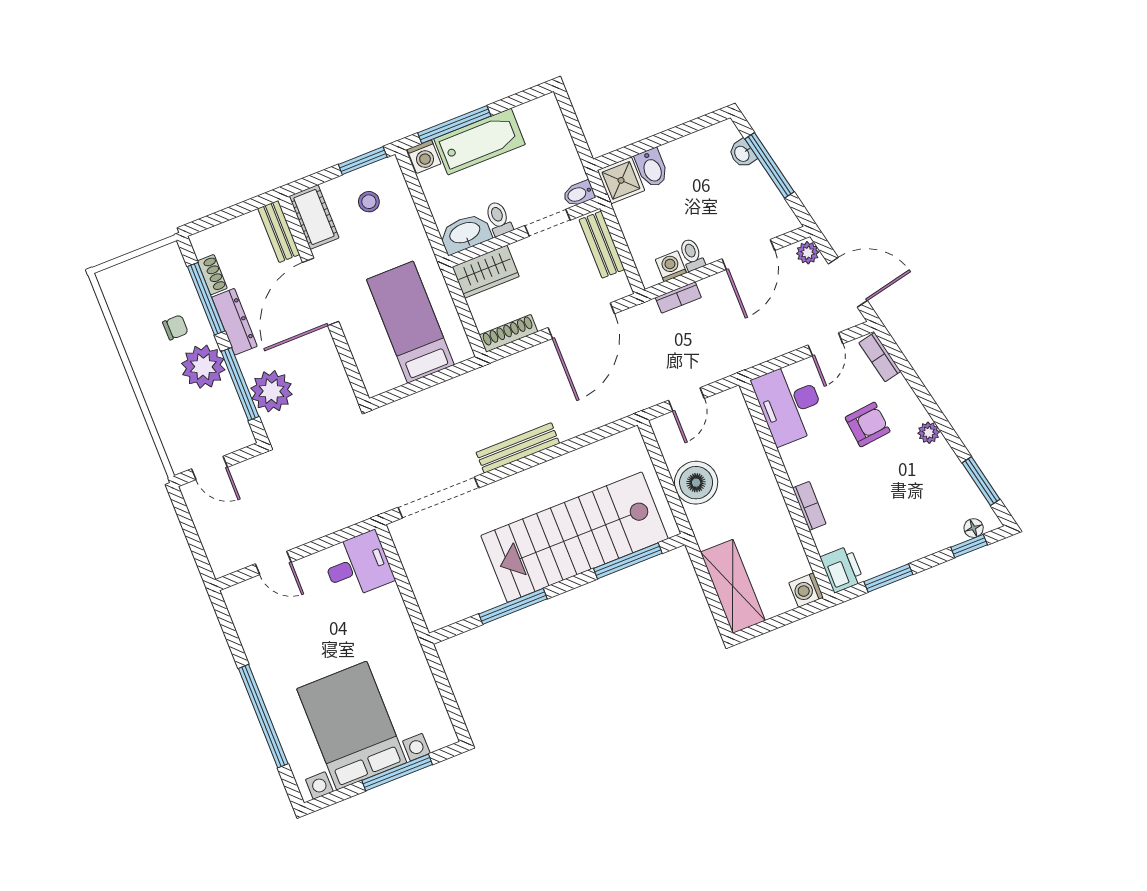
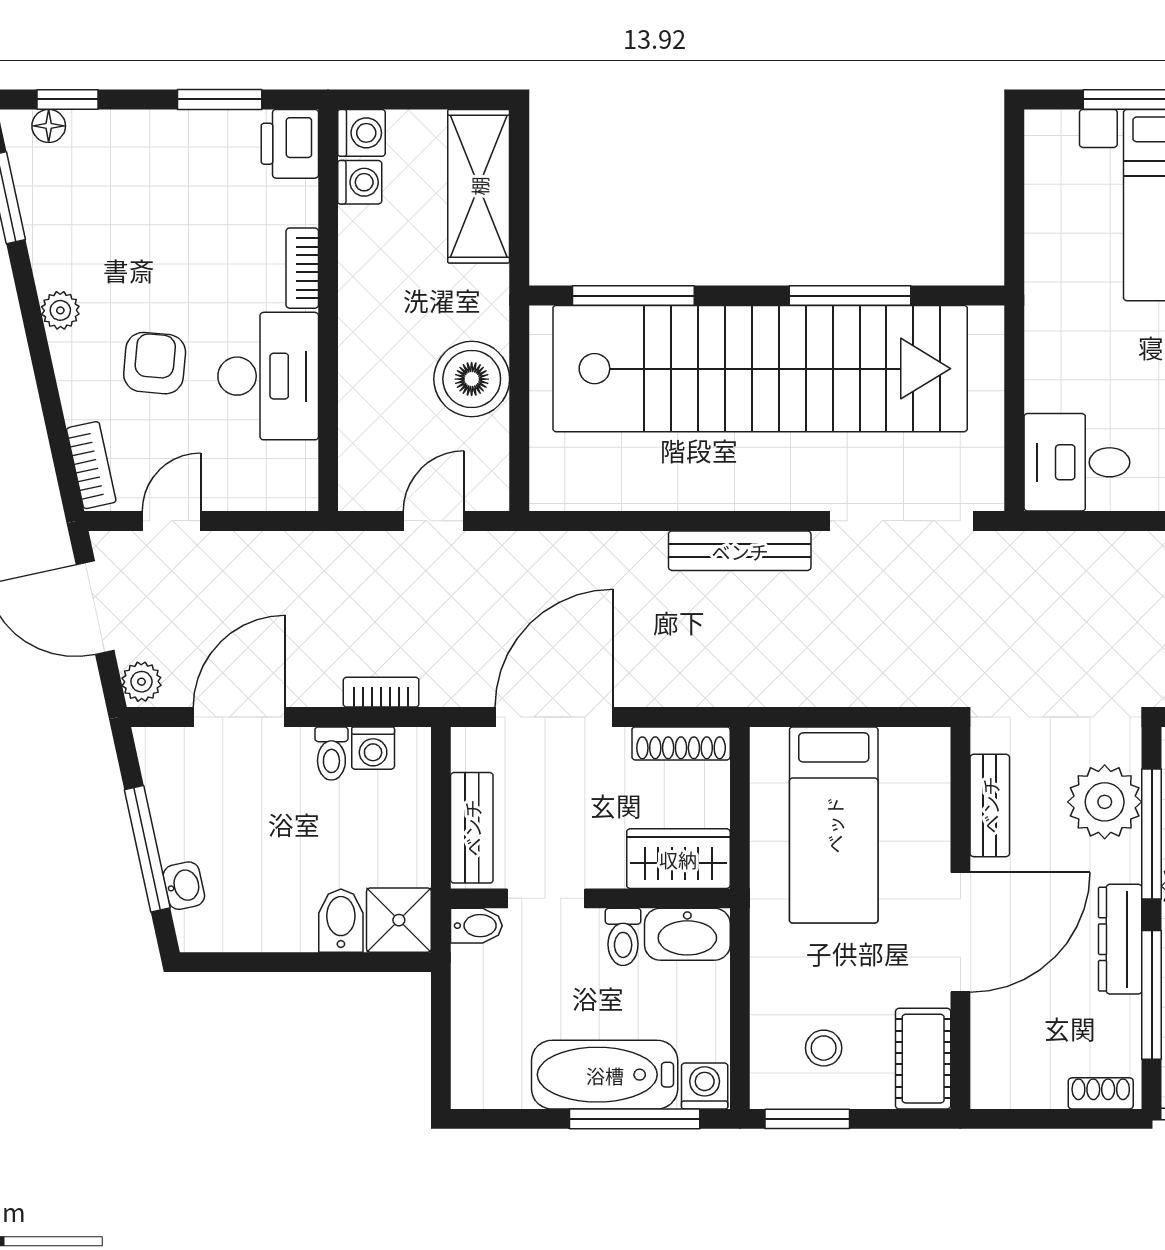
bench: (279, 231) -> (990, 805), moved
shoe rack: (212, 275) -> (1101, 1093), moved, turned 90
desk: (790, 404) -> (268, 376), moved
armchair: (868, 425) -> (155, 363), turned 101
stairs: (575, 537) -> (760, 369), width x1.36
washing machine: (797, 564) -> (360, 182), added

